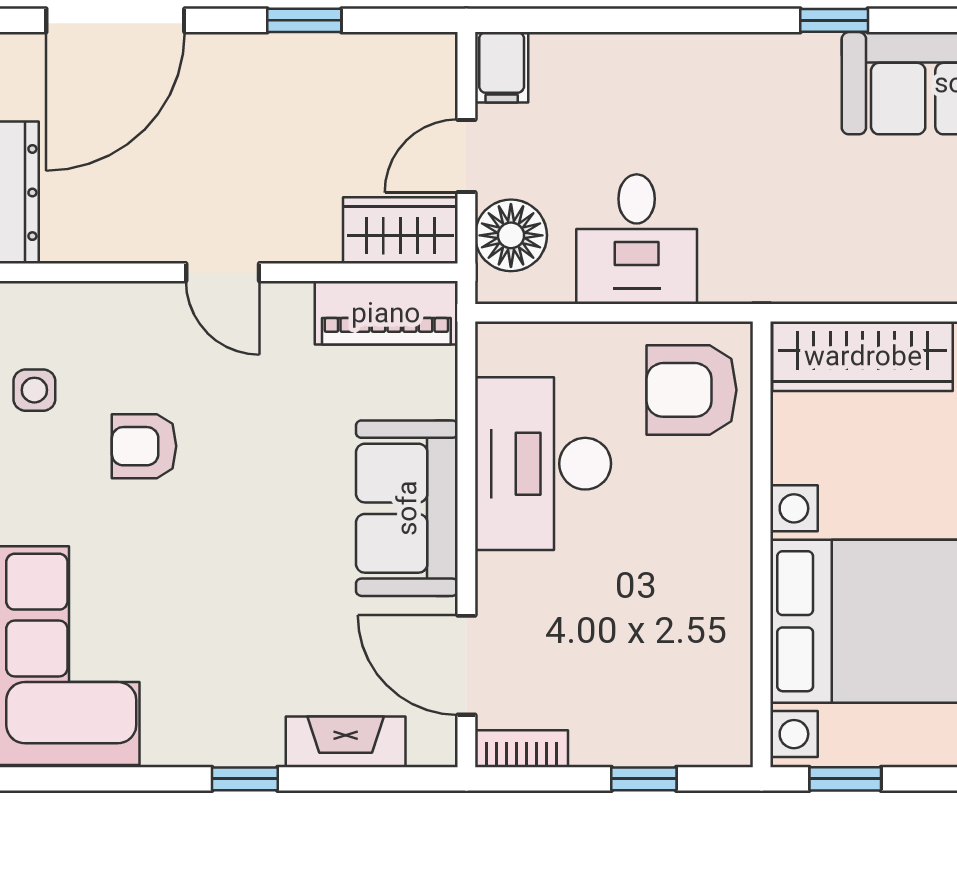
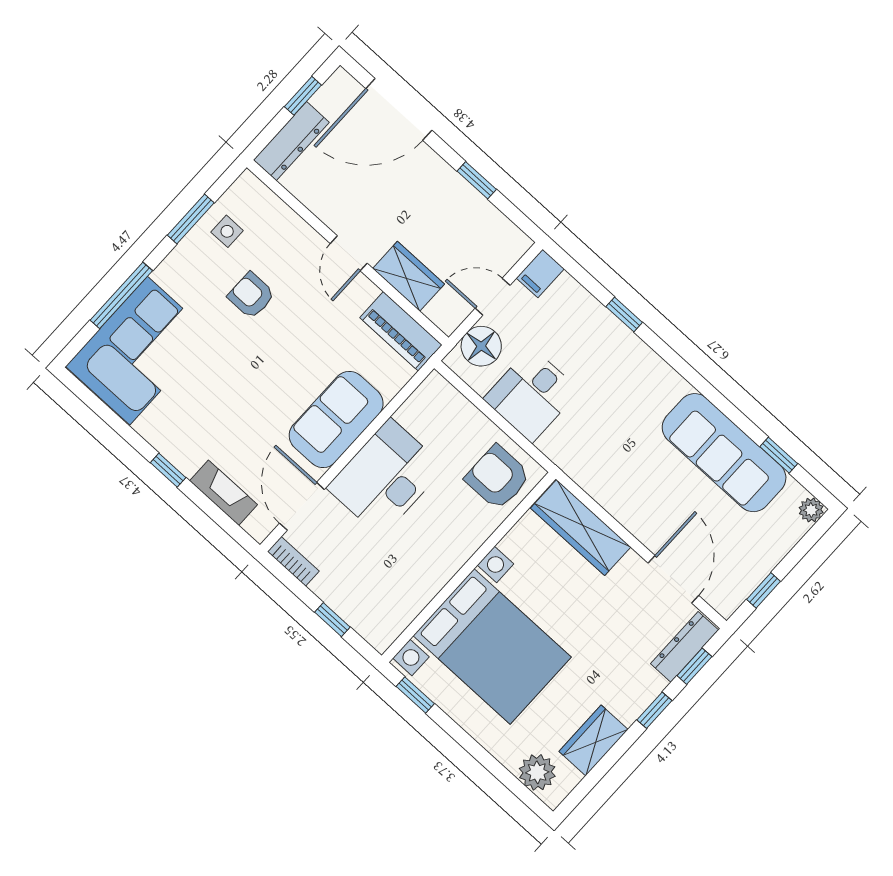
window: (834, 20) -> (624, 314), moved
wardrobe: (400, 230) -> (409, 276), moved
desk: (543, 464) -> (386, 478), moved

